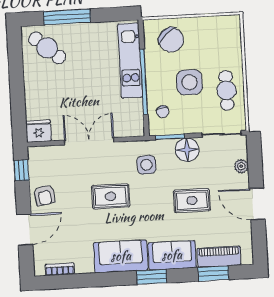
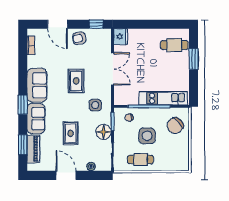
window: (67, 17) -> (194, 59), width x0.69
cafe table: (47, 48) -> (174, 45), turned 49
door: (257, 204) -> (66, 175), hinge flipped

